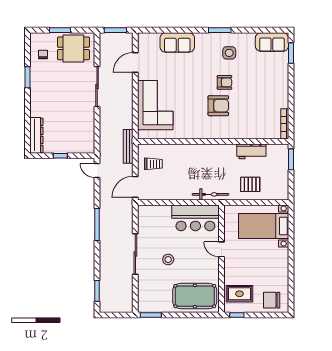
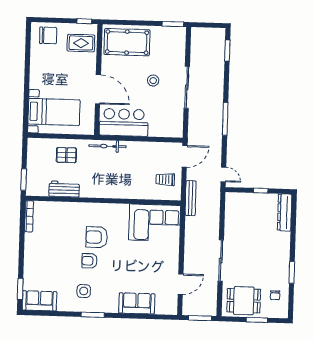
corner sofa: (155, 105) -> (155, 223), moved, turned -90
door: (222, 249) -> (98, 89), width x1.88

